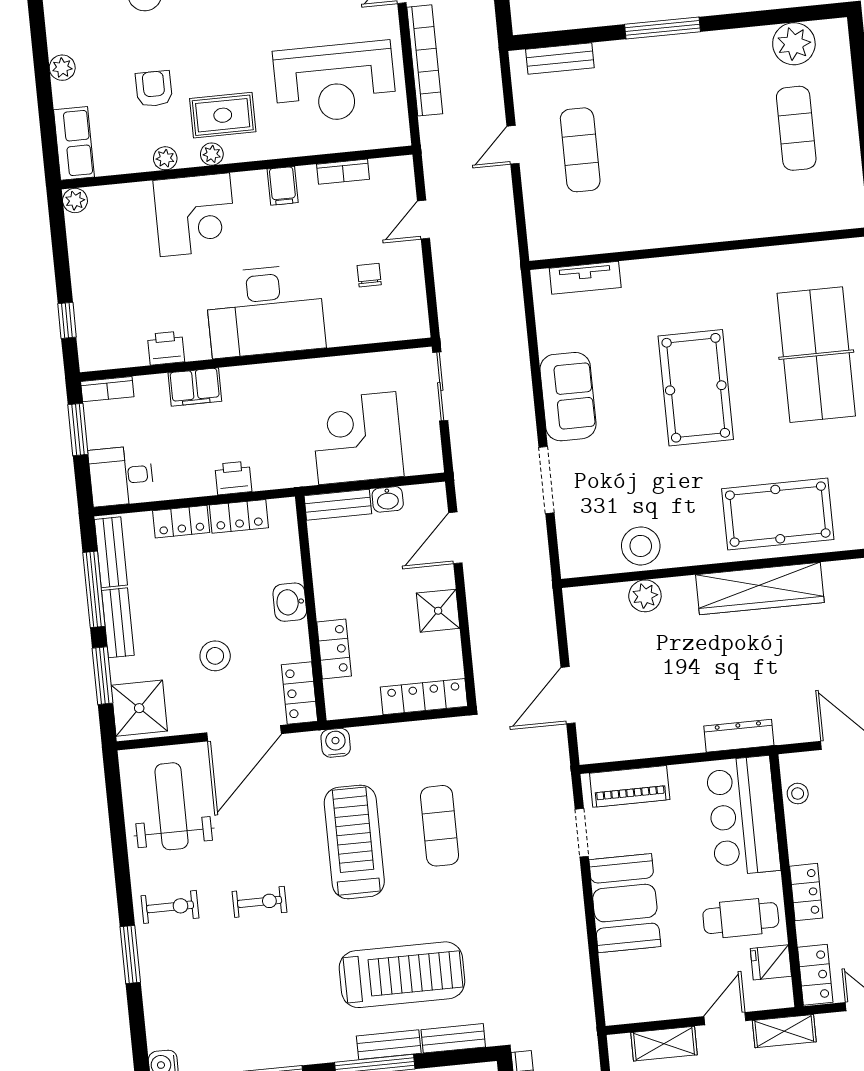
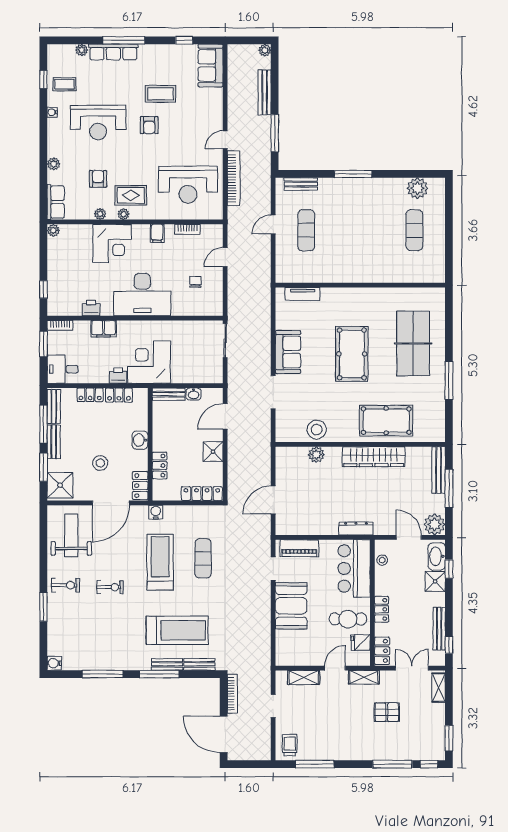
corner desk: (357, 438) -> (149, 362), moved

